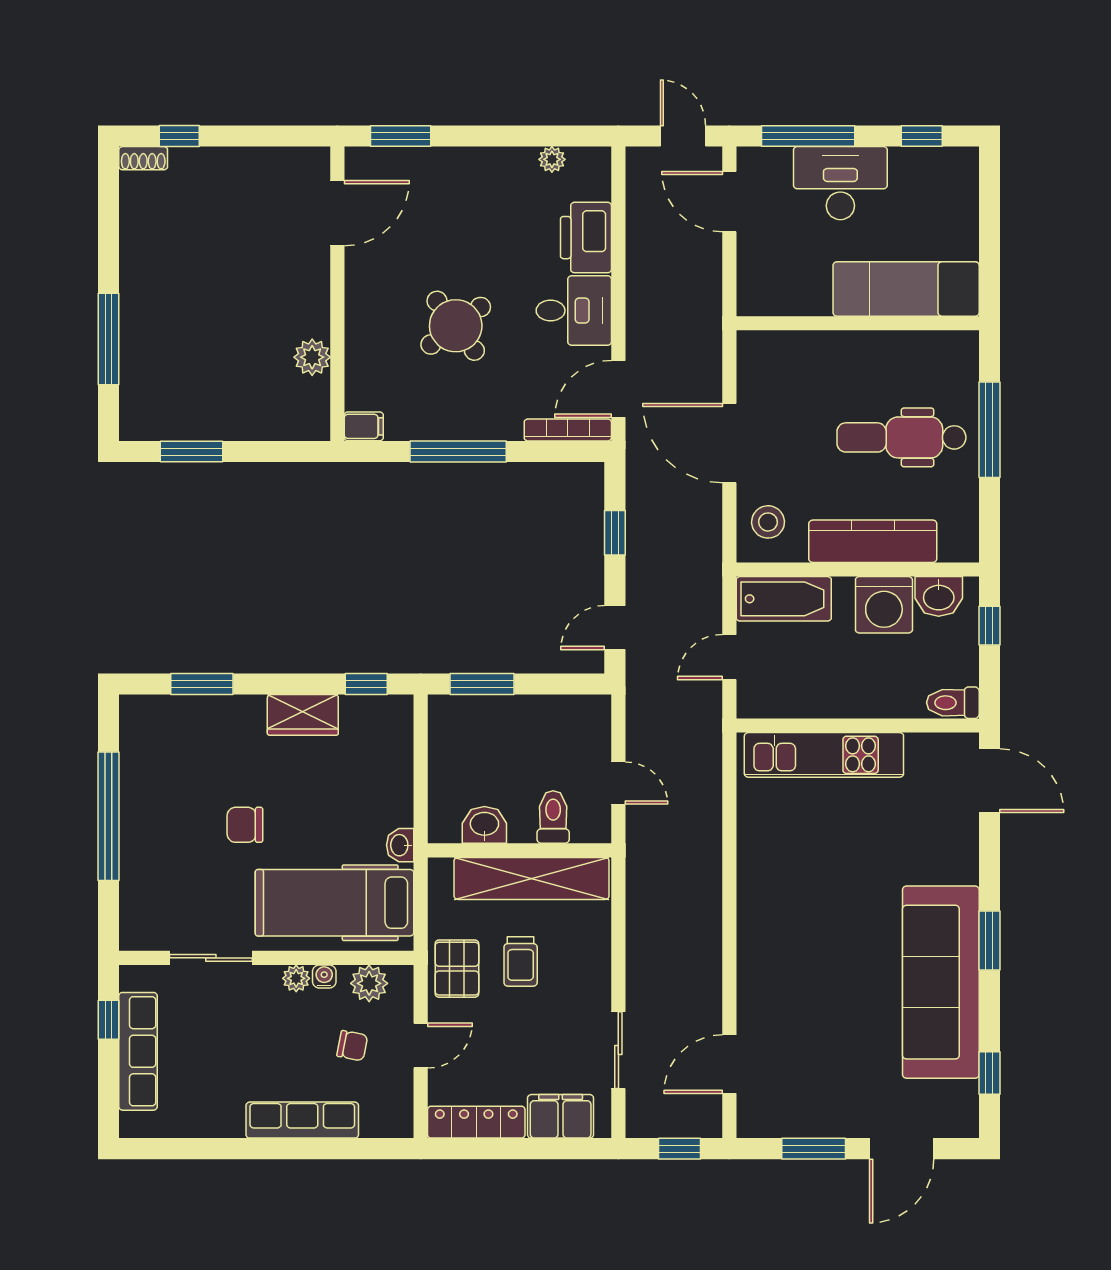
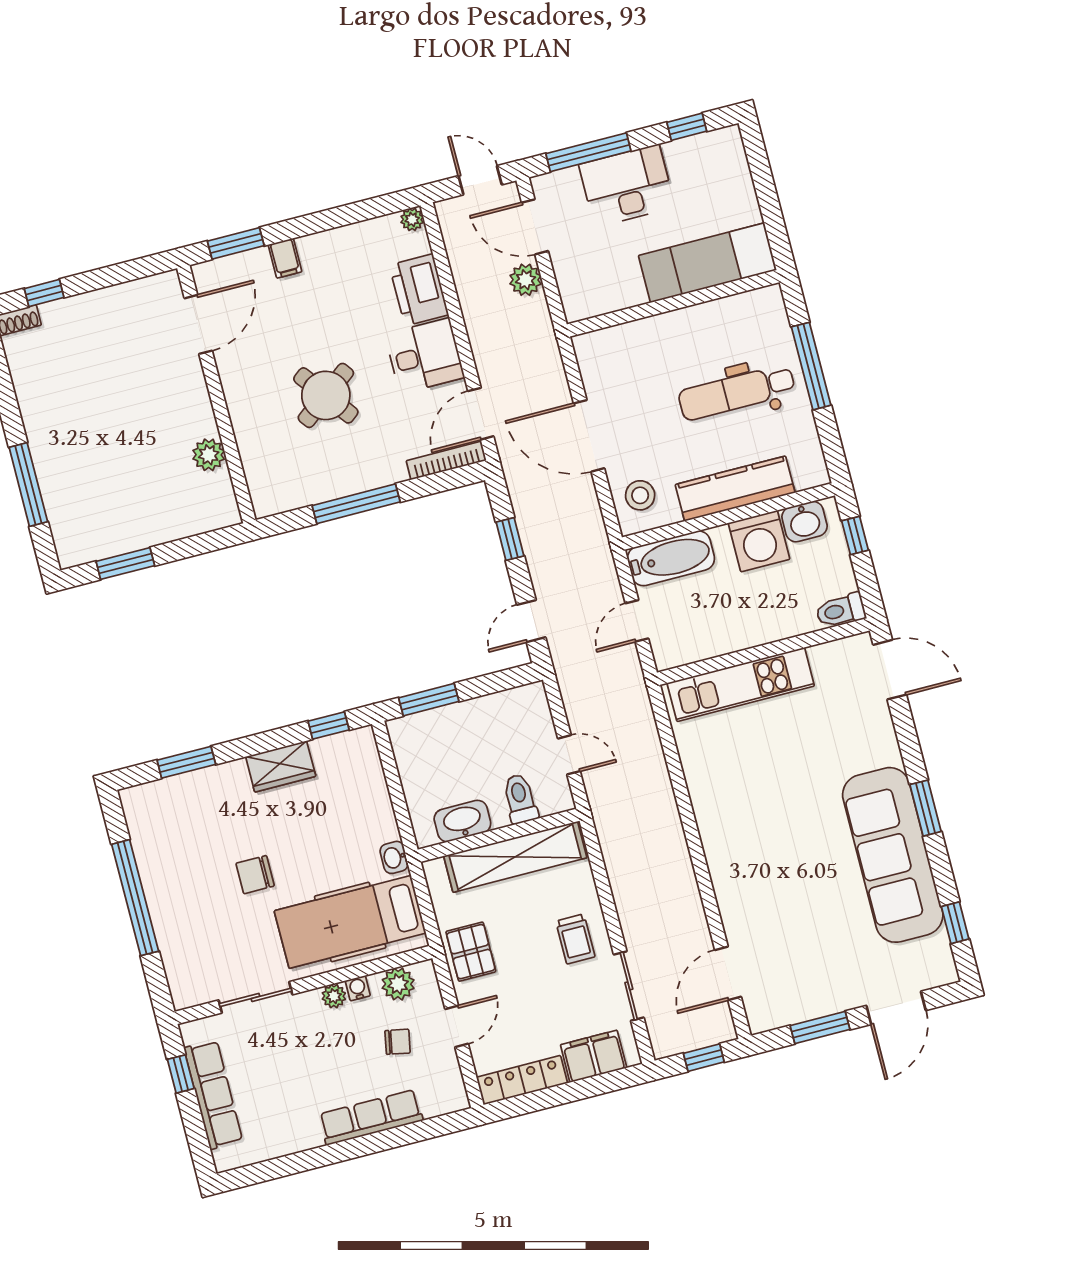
plant: (552, 159) -> (412, 219), moved
plant: (704, 256) -> (526, 280), added
filing cabinet: (364, 426) -> (285, 258), moved, turned 90
washbasin: (484, 825) -> (462, 821), width x1.38
trolley: (521, 961) -> (575, 939), moved

